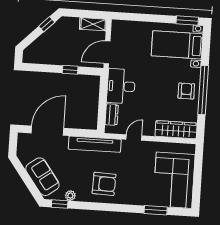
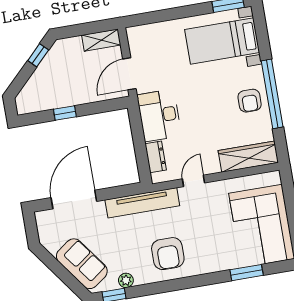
window: (70, 70) -> (65, 113), moved
armchair: (186, 91) -> (250, 101), turned 180
armchair: (104, 184) -> (168, 254), turned 88

